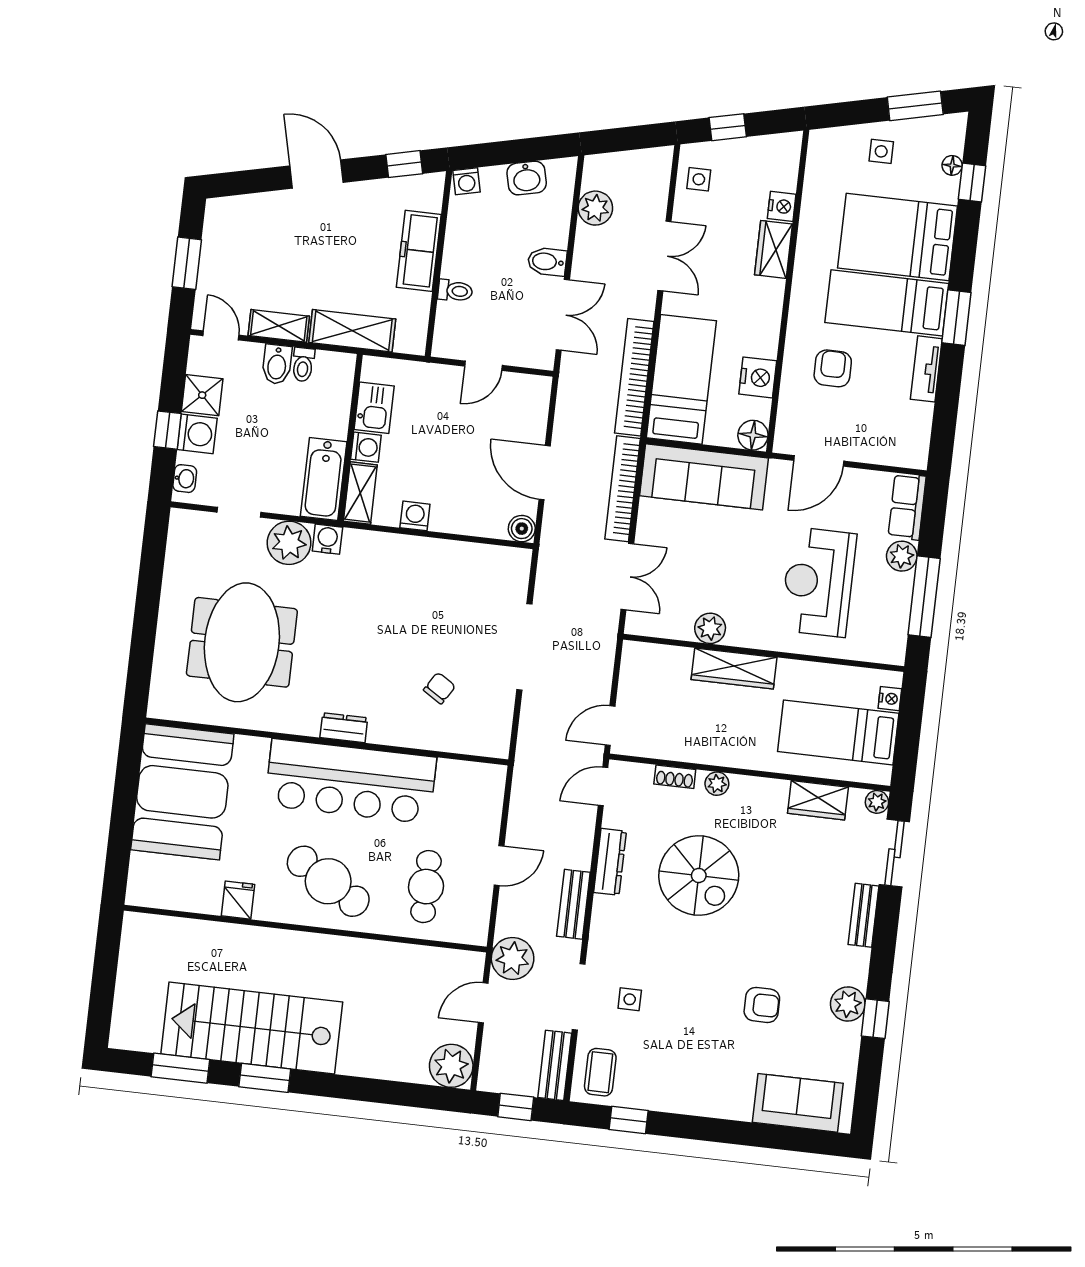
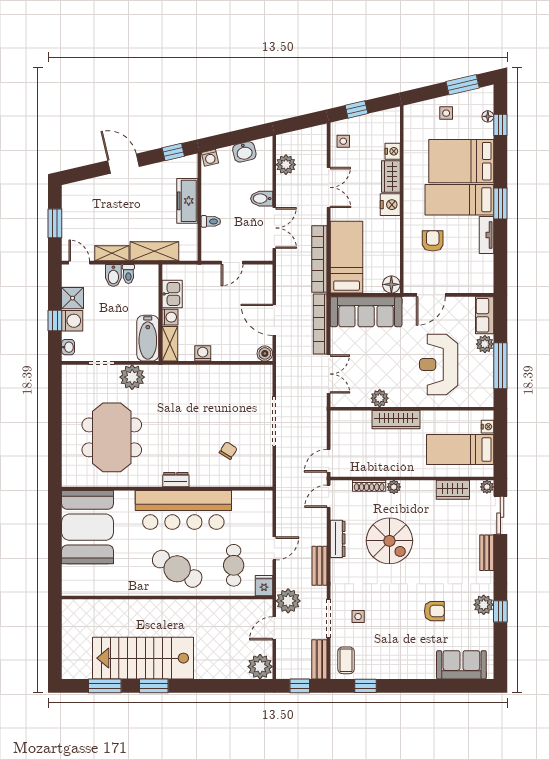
nightstand: (758, 377) -> (390, 205), moved
water cooler: (327, 539) -> (154, 372), removed
shoe rack: (675, 777) -> (369, 486), width x1.43
fridge: (238, 900) -> (264, 586), moved

